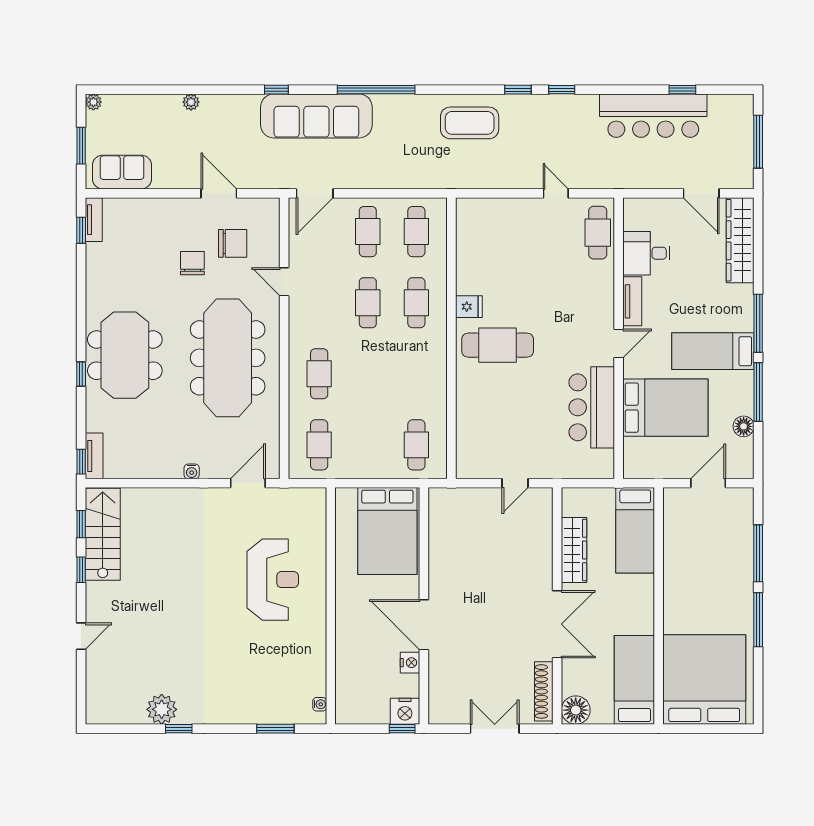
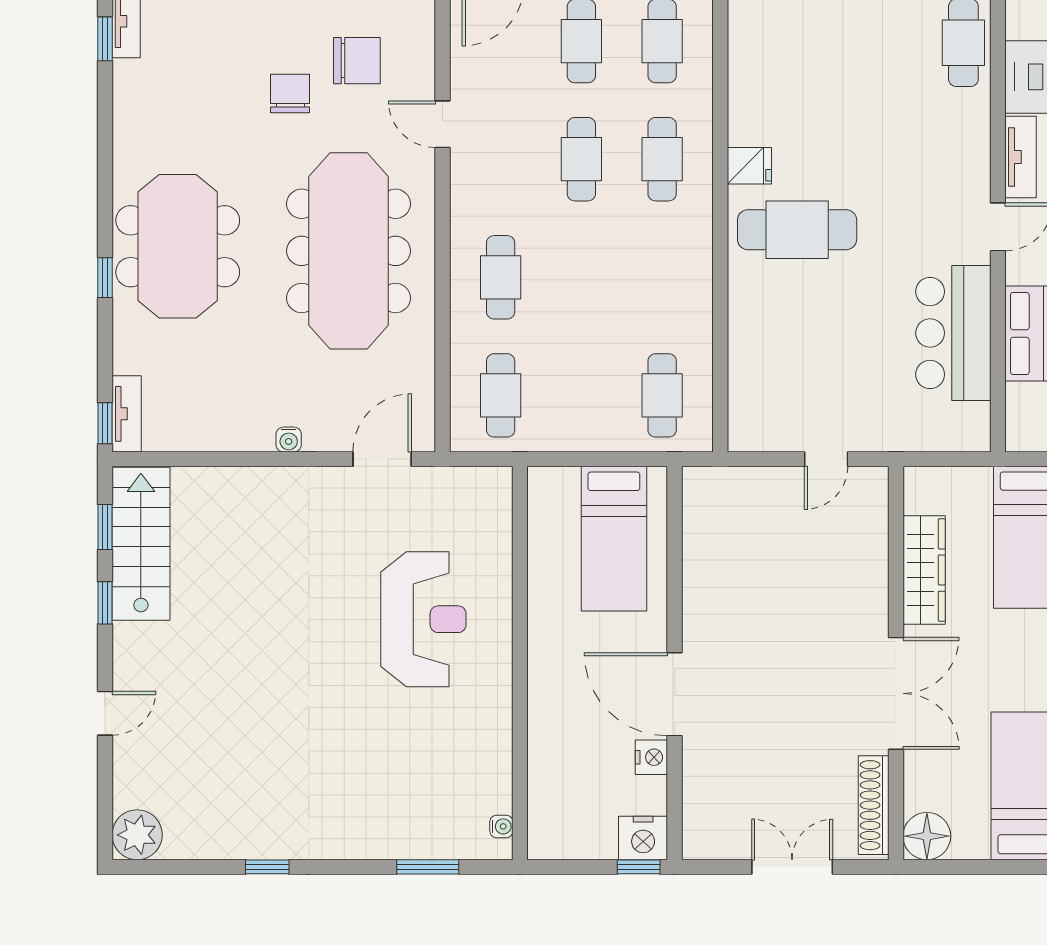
bed: (387, 531) -> (614, 539), width x0.67
plant: (162, 709) -> (137, 835), moved

